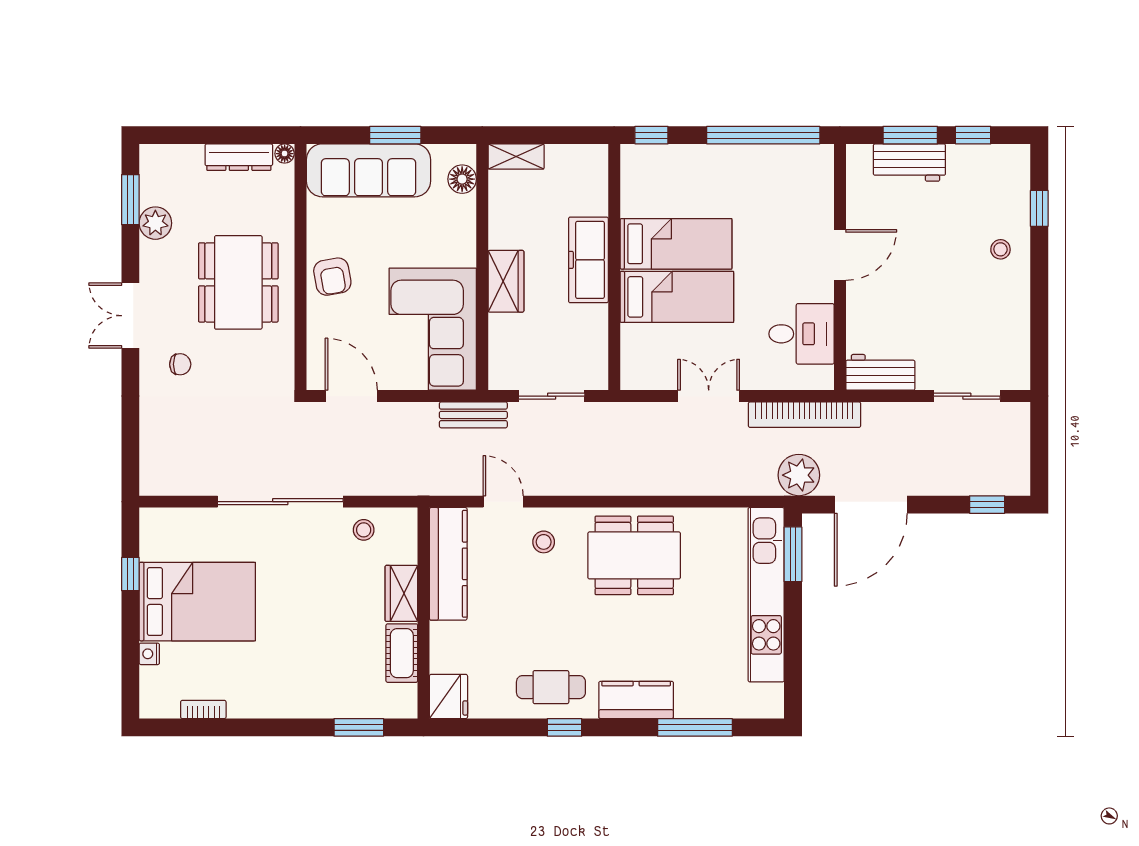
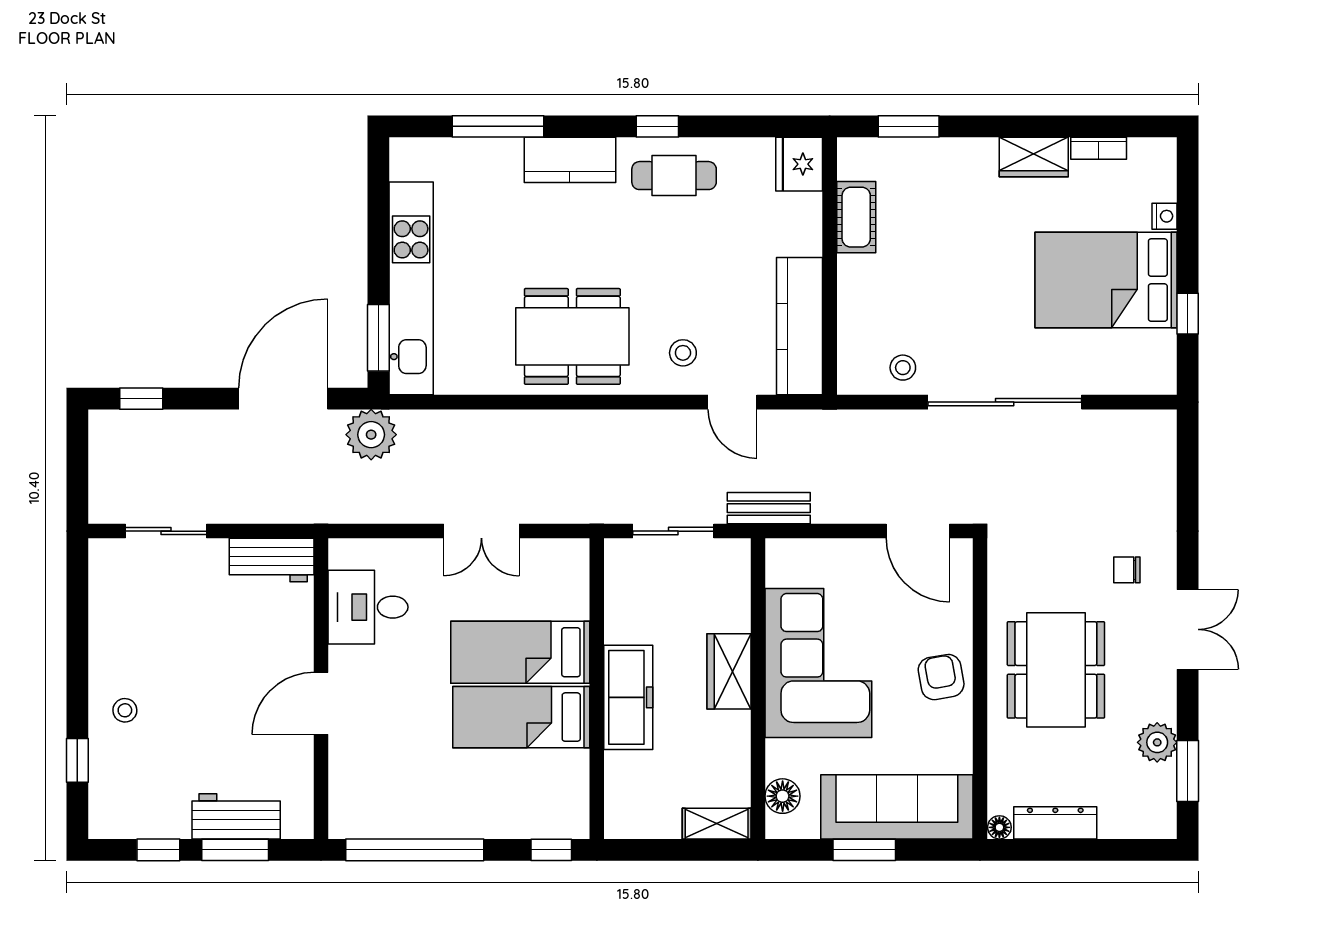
corner sofa: (433, 329) -> (818, 663), moved
bookcase: (804, 415) -> (364, 508), removed
wardrobe: (401, 593) -> (1034, 157), moved, turned 90

